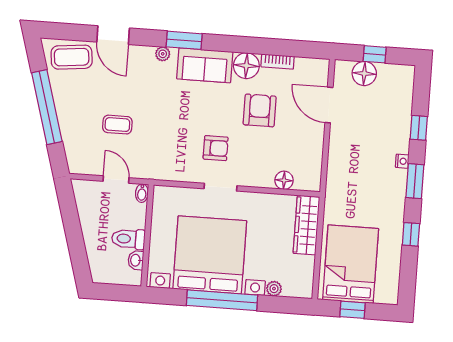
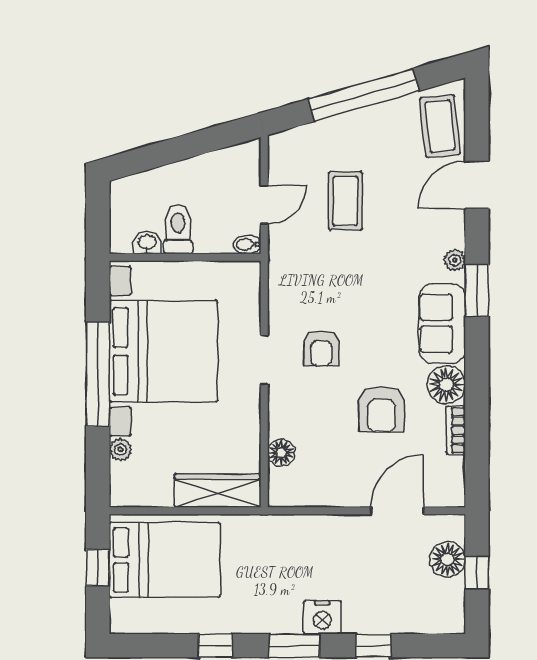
armchair: (260, 110) -> (382, 409), turned 90
coffee table: (117, 125) -> (345, 201), width x1.36, depth x1.30
nightstand: (402, 161) -> (322, 617), width x1.89, depth x1.79

